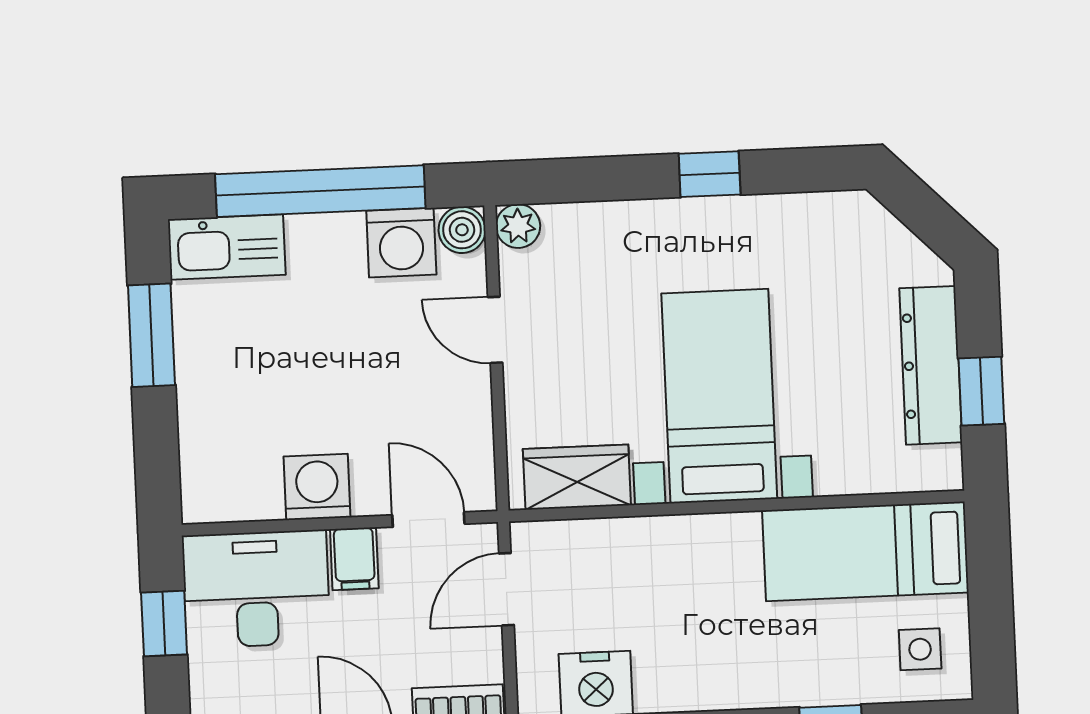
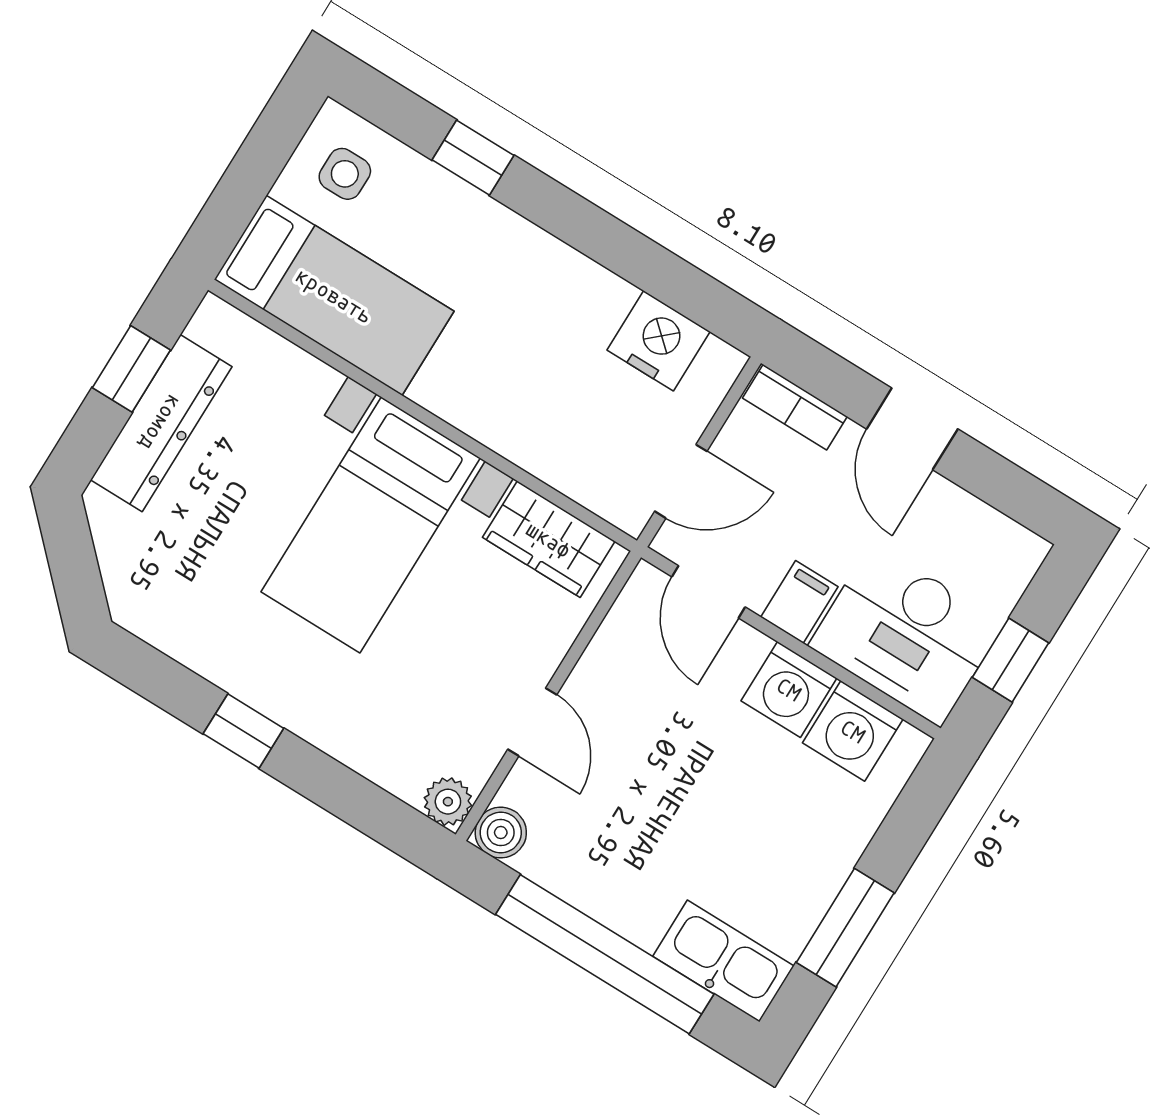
washing machine: (401, 243) -> (853, 731), moved, turned 180

